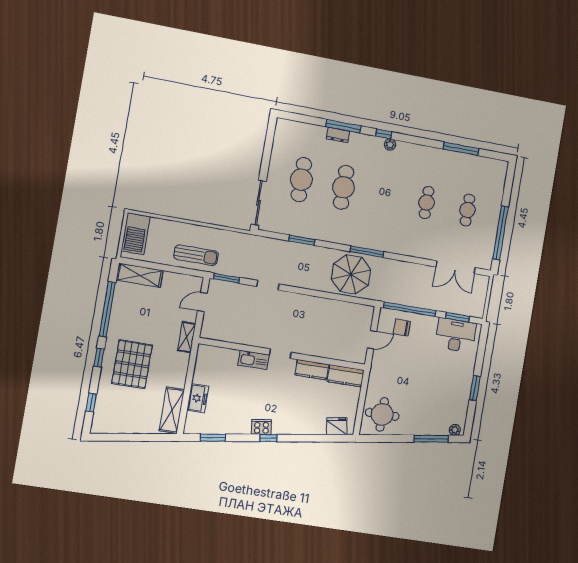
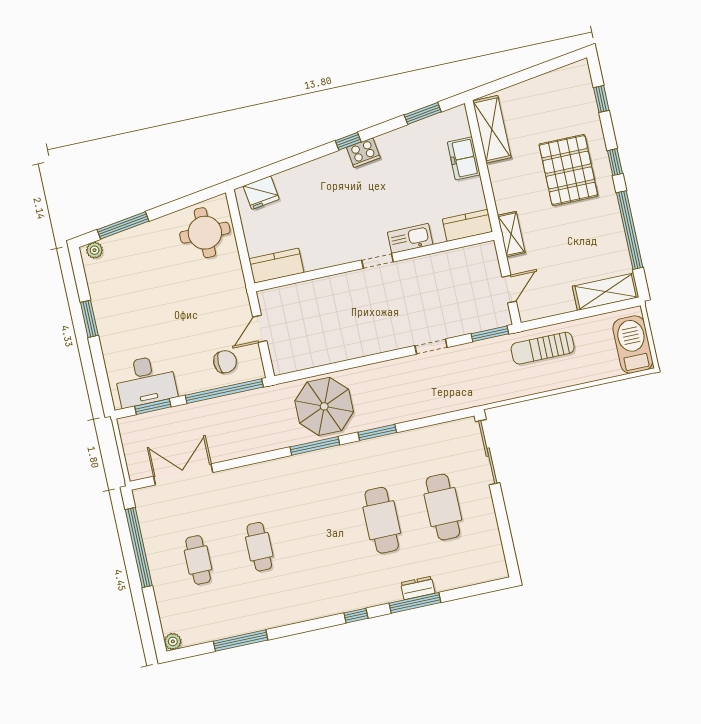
plant: (390, 145) -> (173, 641), moved
window: (302, 240) -> (377, 432), moved
kitchen counter: (312, 370) -> (467, 225), moved

